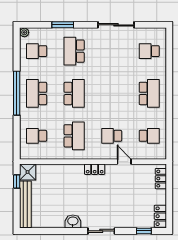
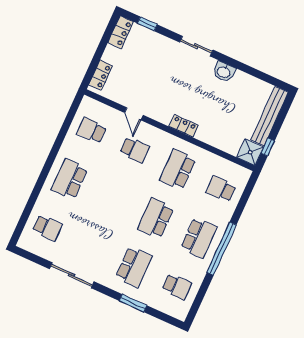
plant: (24, 32) -> (181, 314), removed
school desk: (37, 136) -> (221, 189), turned 180
locker: (95, 169) -> (184, 126), moved

